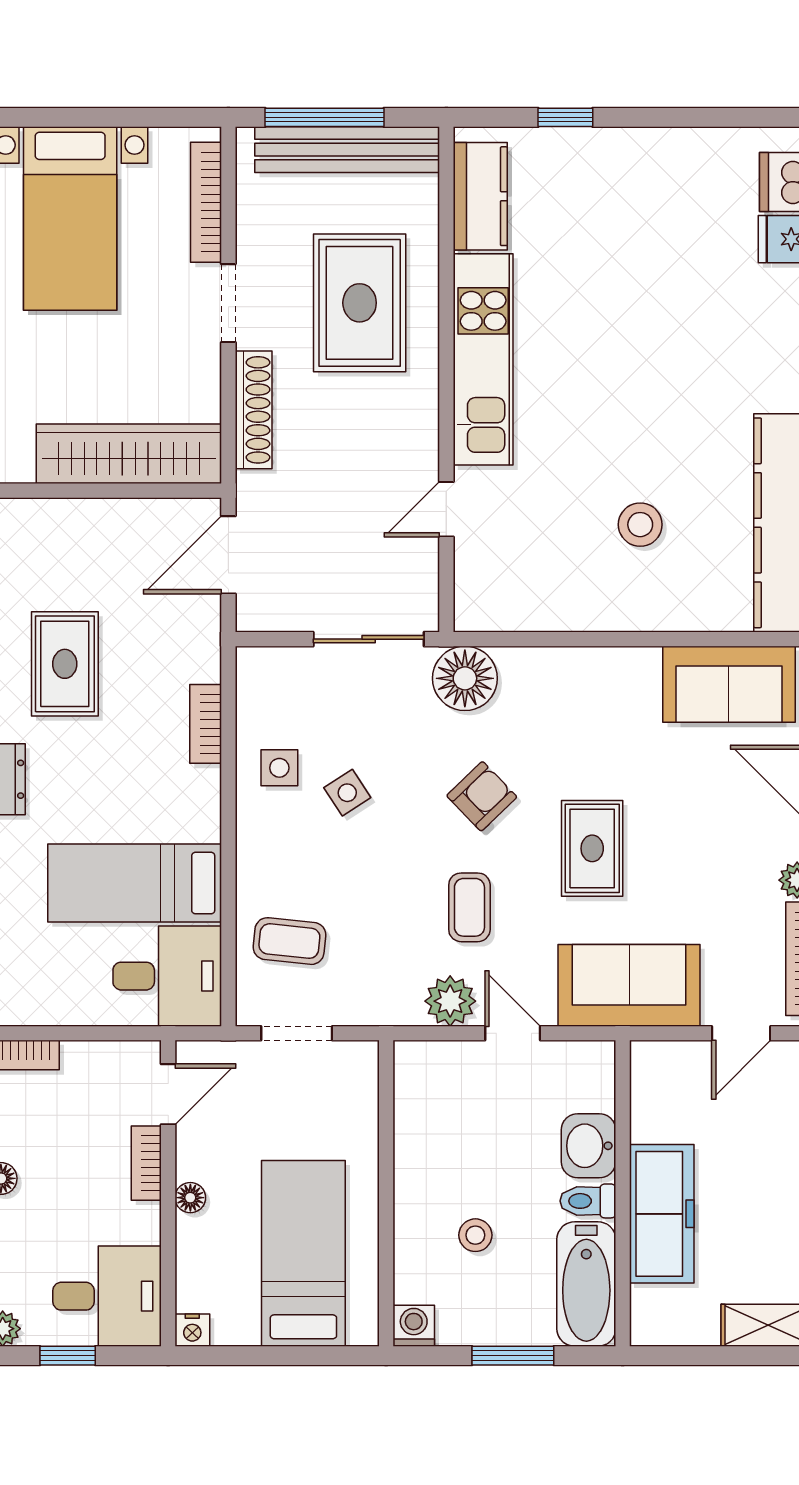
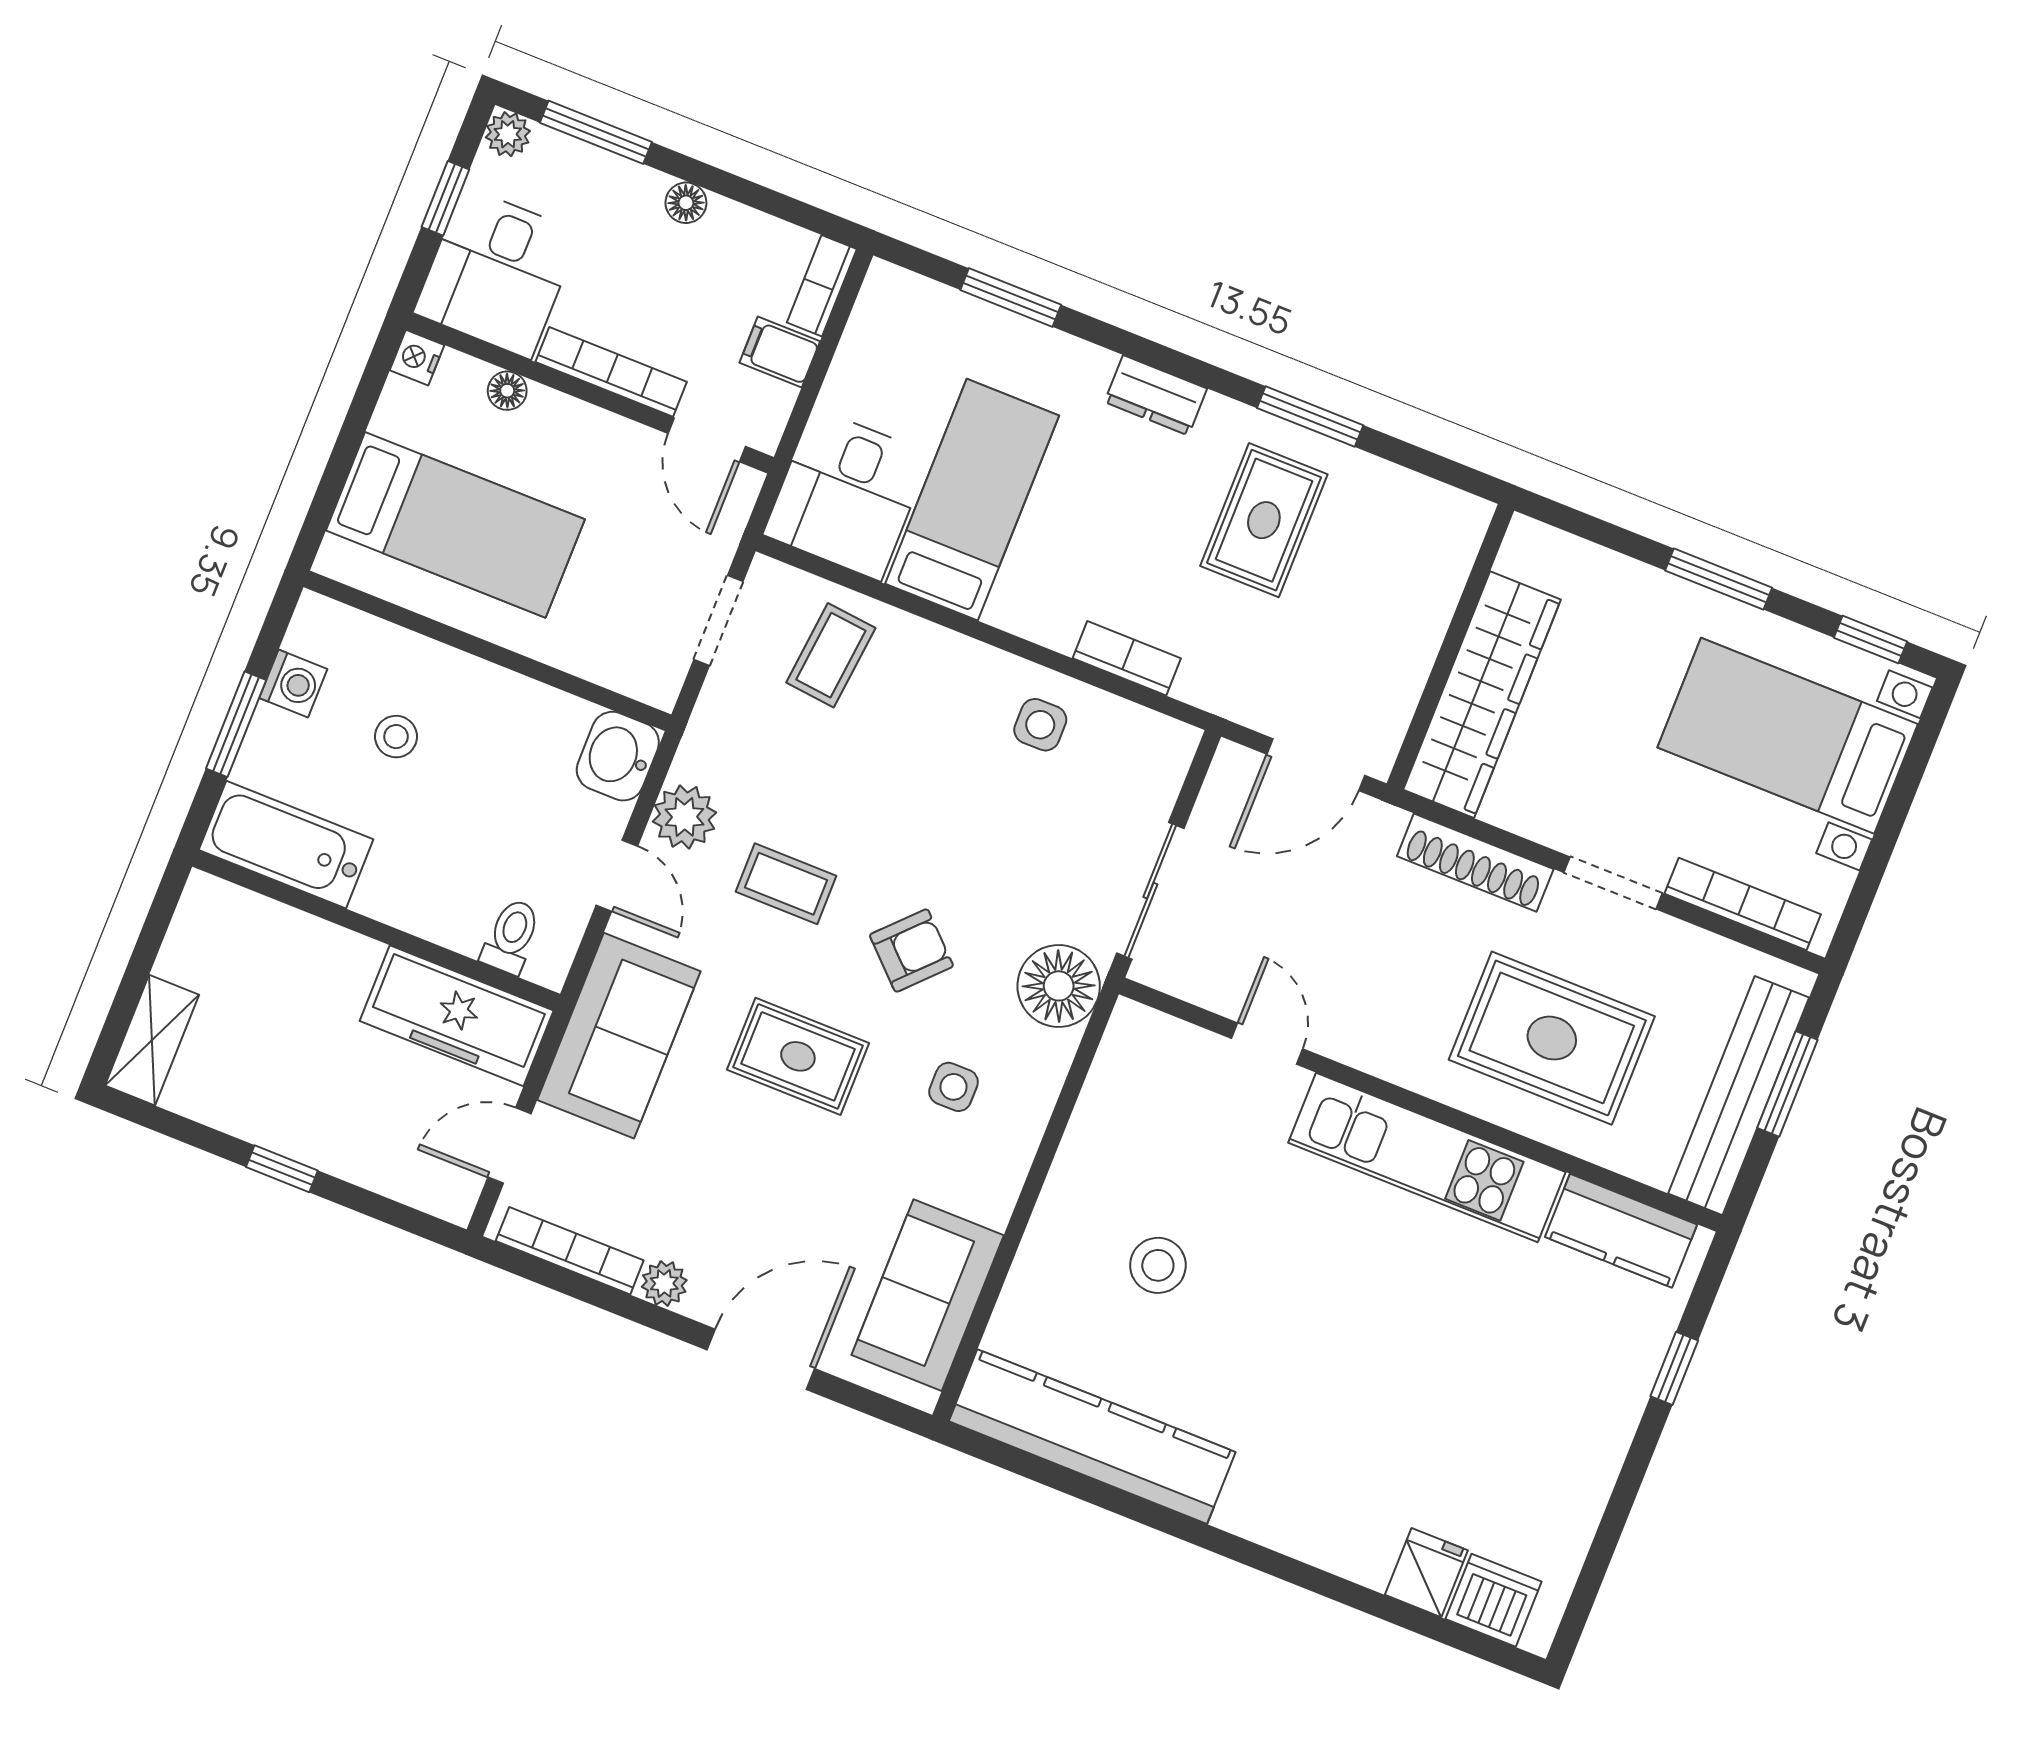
window: (324, 117) -> (1787, 1084), width x0.69
door: (228, 555) -> (1316, 765), swing flipped
rug: (65, 664) -> (1264, 520), turned 90
side table: (347, 793) -> (954, 1087), moved, turned 33
armchair: (482, 796) -> (911, 950), turned -92
door: (513, 1033) -> (617, 876), hinge flipped
door: (741, 1033) -> (509, 1146), hinge flipped
filing cabinet: (83, 1067) -> (780, 352), added
washbasin: (589, 1146) -> (618, 756), moved, turned -90
bookcase: (146, 1163) -> (611, 372), width x1.56
floor lamp: (190, 1198) -> (507, 391), moved
toilet: (588, 1201) -> (511, 936), moved
freezer: (662, 1214) -> (457, 1016), moved
washing machine: (414, 1326) -> (293, 683), moved

